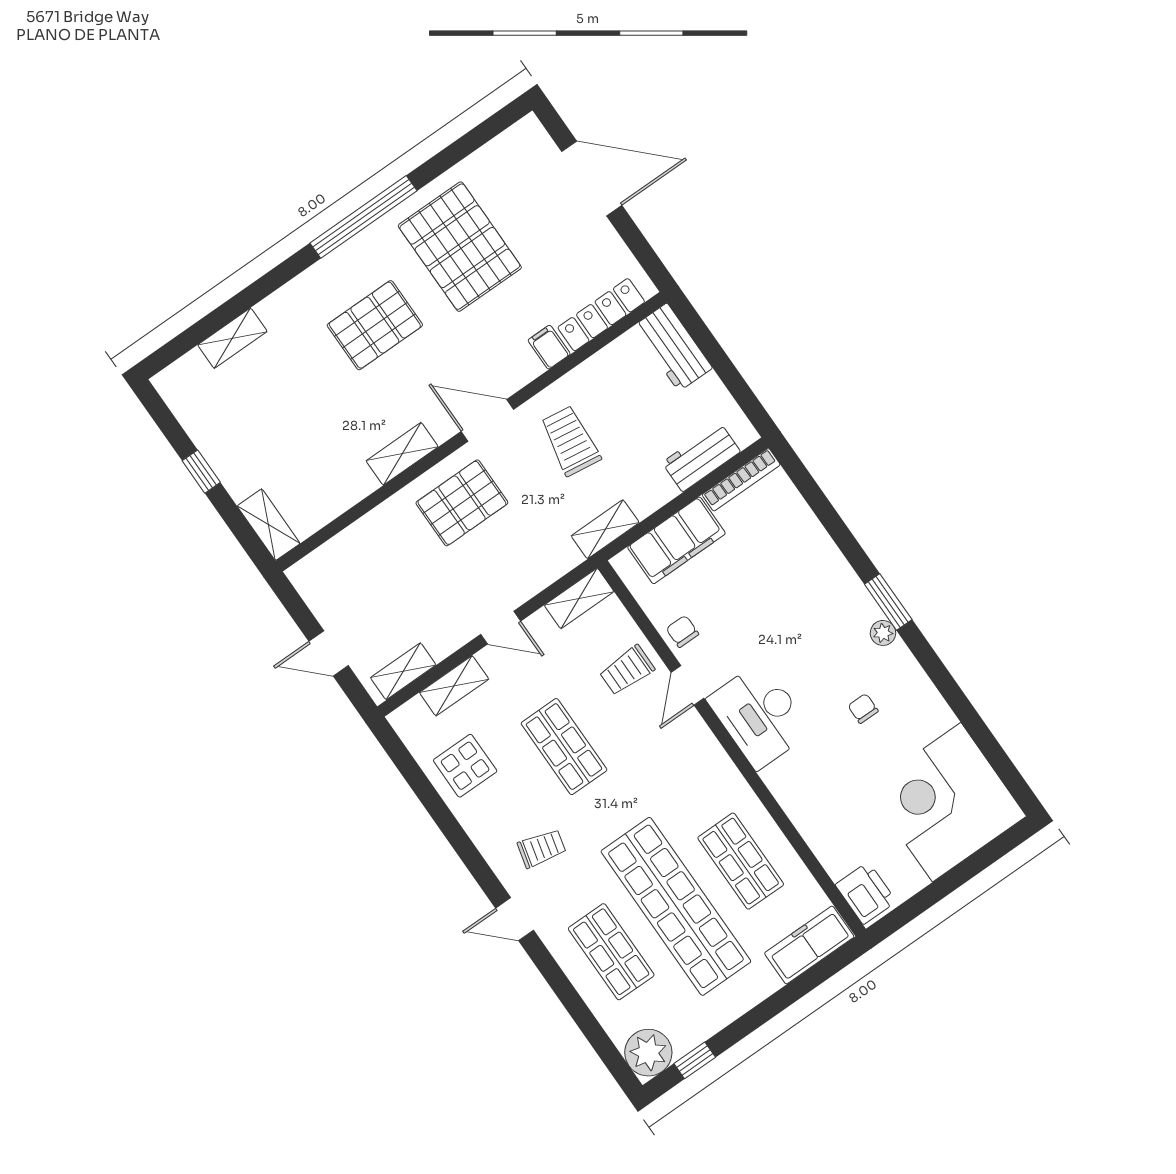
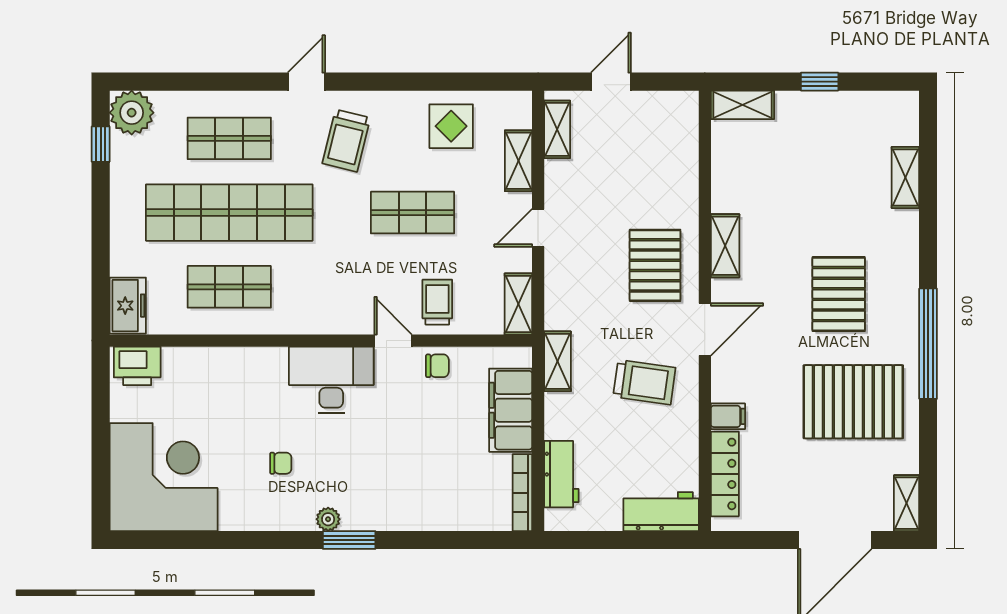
shelving: (516, 138) -> (907, 503), added
trolley: (542, 848) -> (346, 141), width x1.36, depth x1.39
freezer: (809, 945) -> (128, 306), width x0.71

